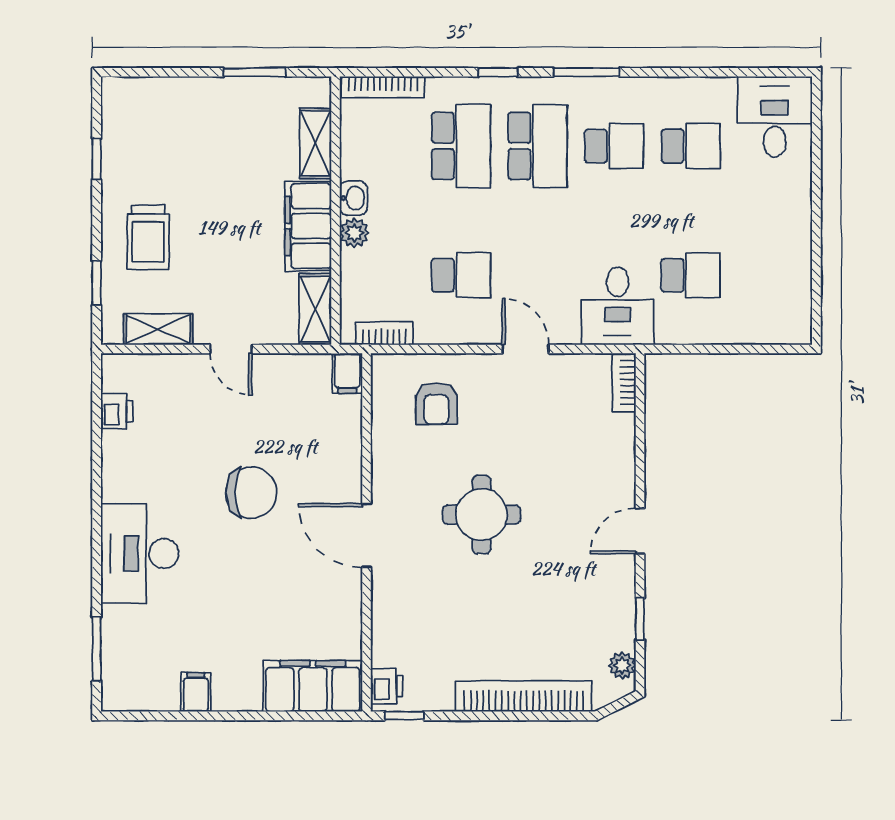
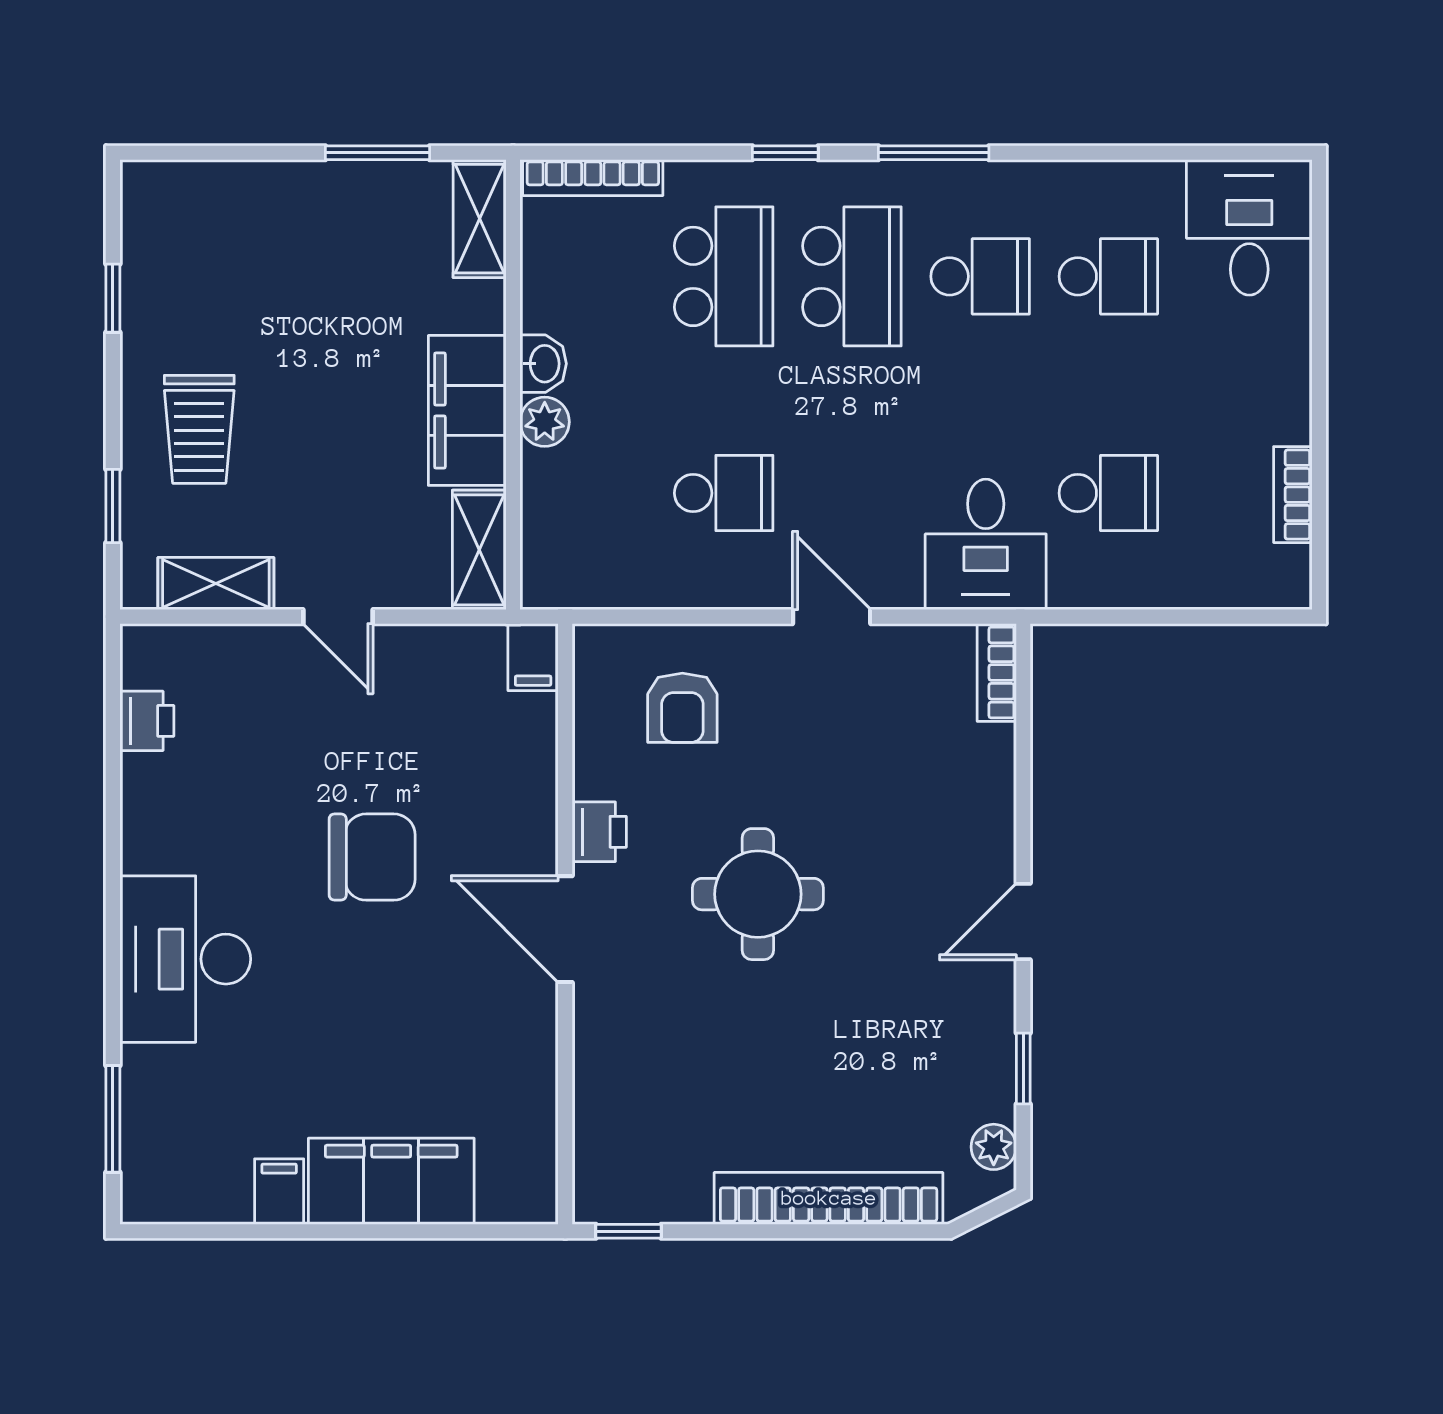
shelving: (315, 143) -> (480, 219), moved
bookcase: (384, 333) -> (1293, 495), moved, turned -90
filing cabinet: (313, 686) -> (391, 1181), moved
printer: (387, 686) -> (599, 832), moved

